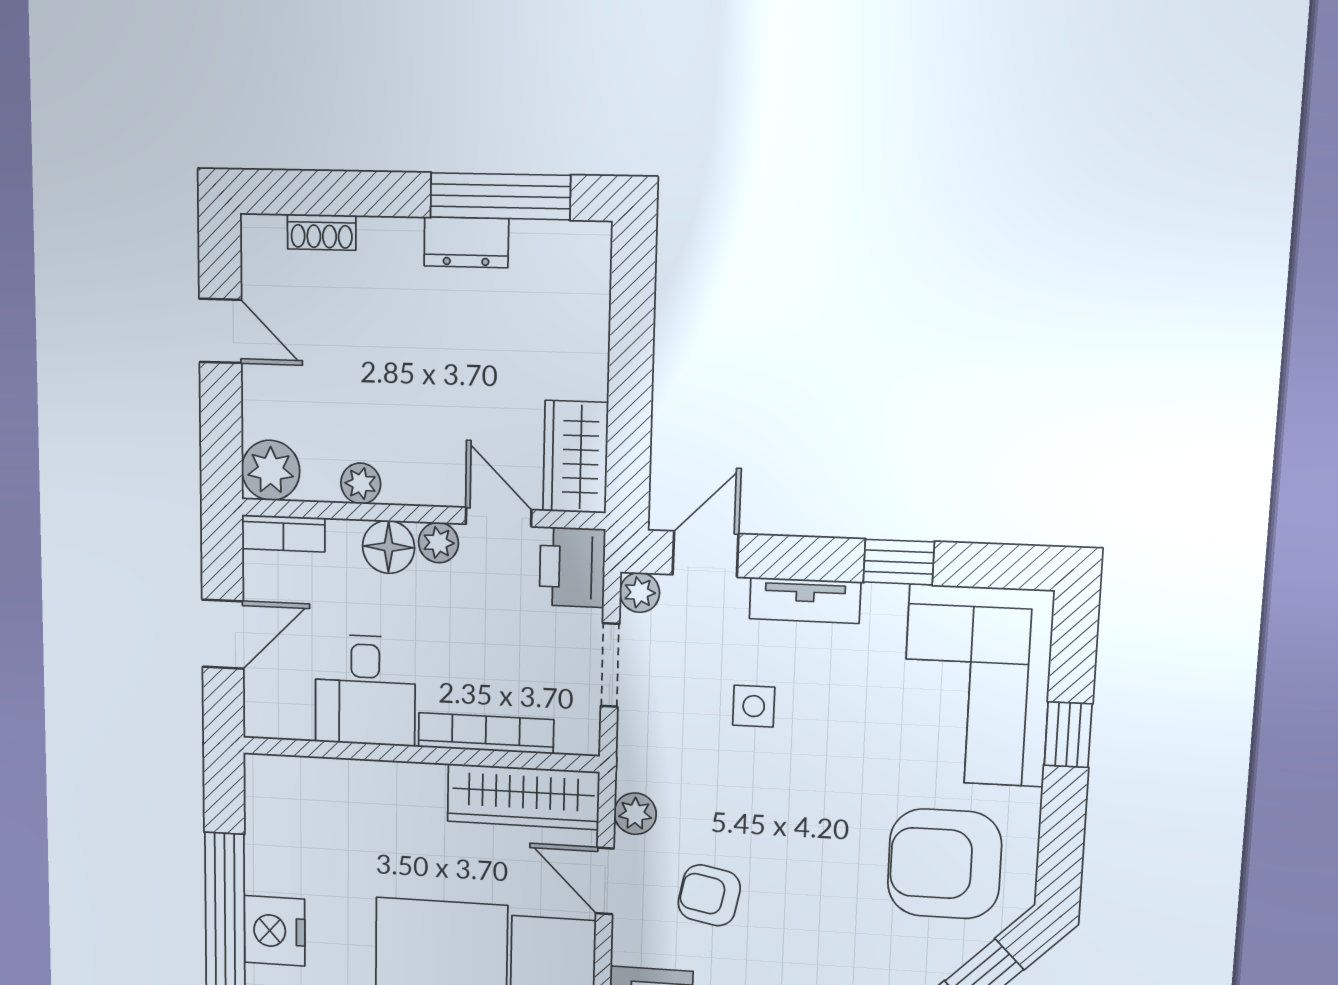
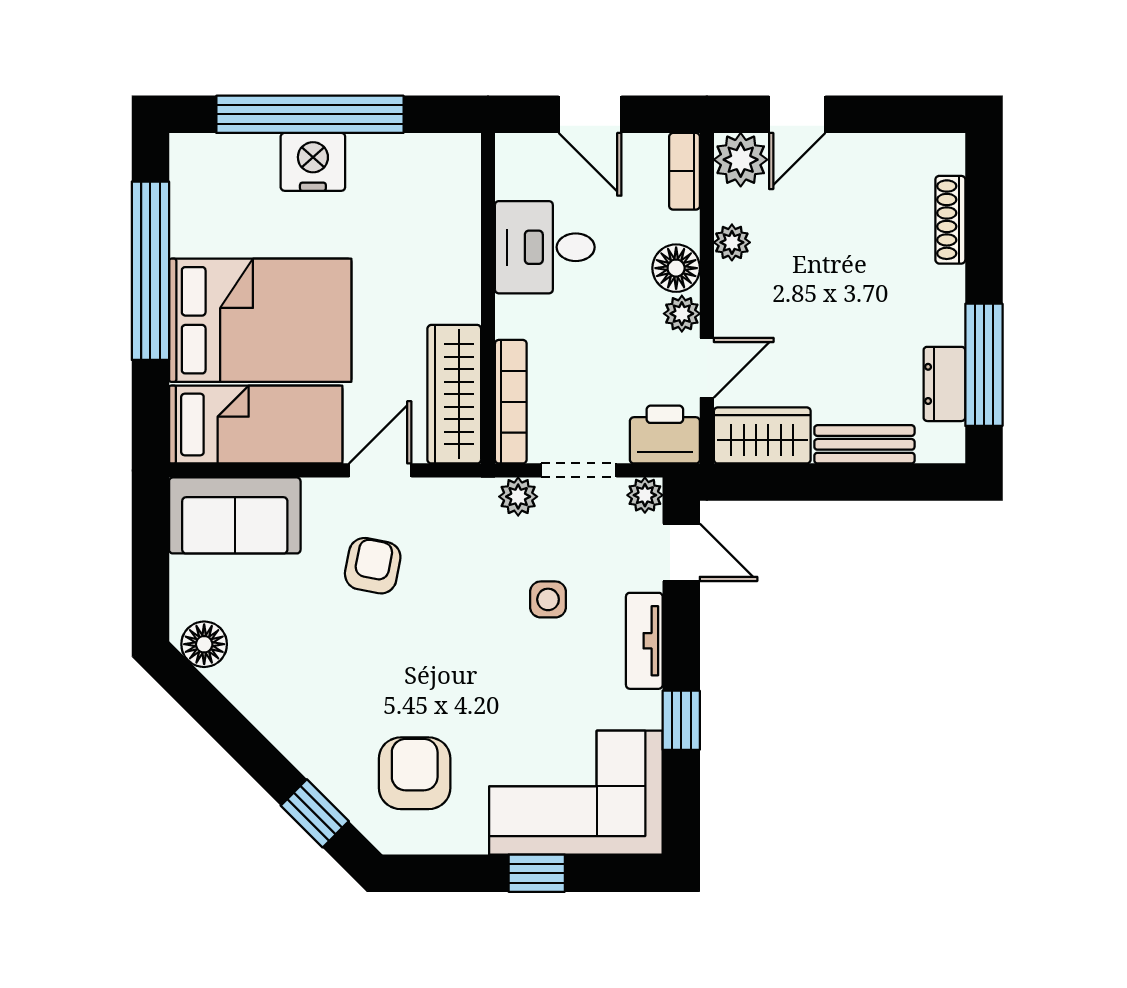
shoe rack: (322, 232) -> (950, 220), width x1.43
dresser: (466, 242) -> (944, 384), moved
door: (220, 331) -> (797, 114), moved
bench: (588, 339) -> (864, 444), added
bookcase: (486, 733) -> (511, 402), moved
plant: (635, 814) -> (518, 497), moved
armchair: (944, 864) -> (415, 773), width x0.73, depth x0.73

